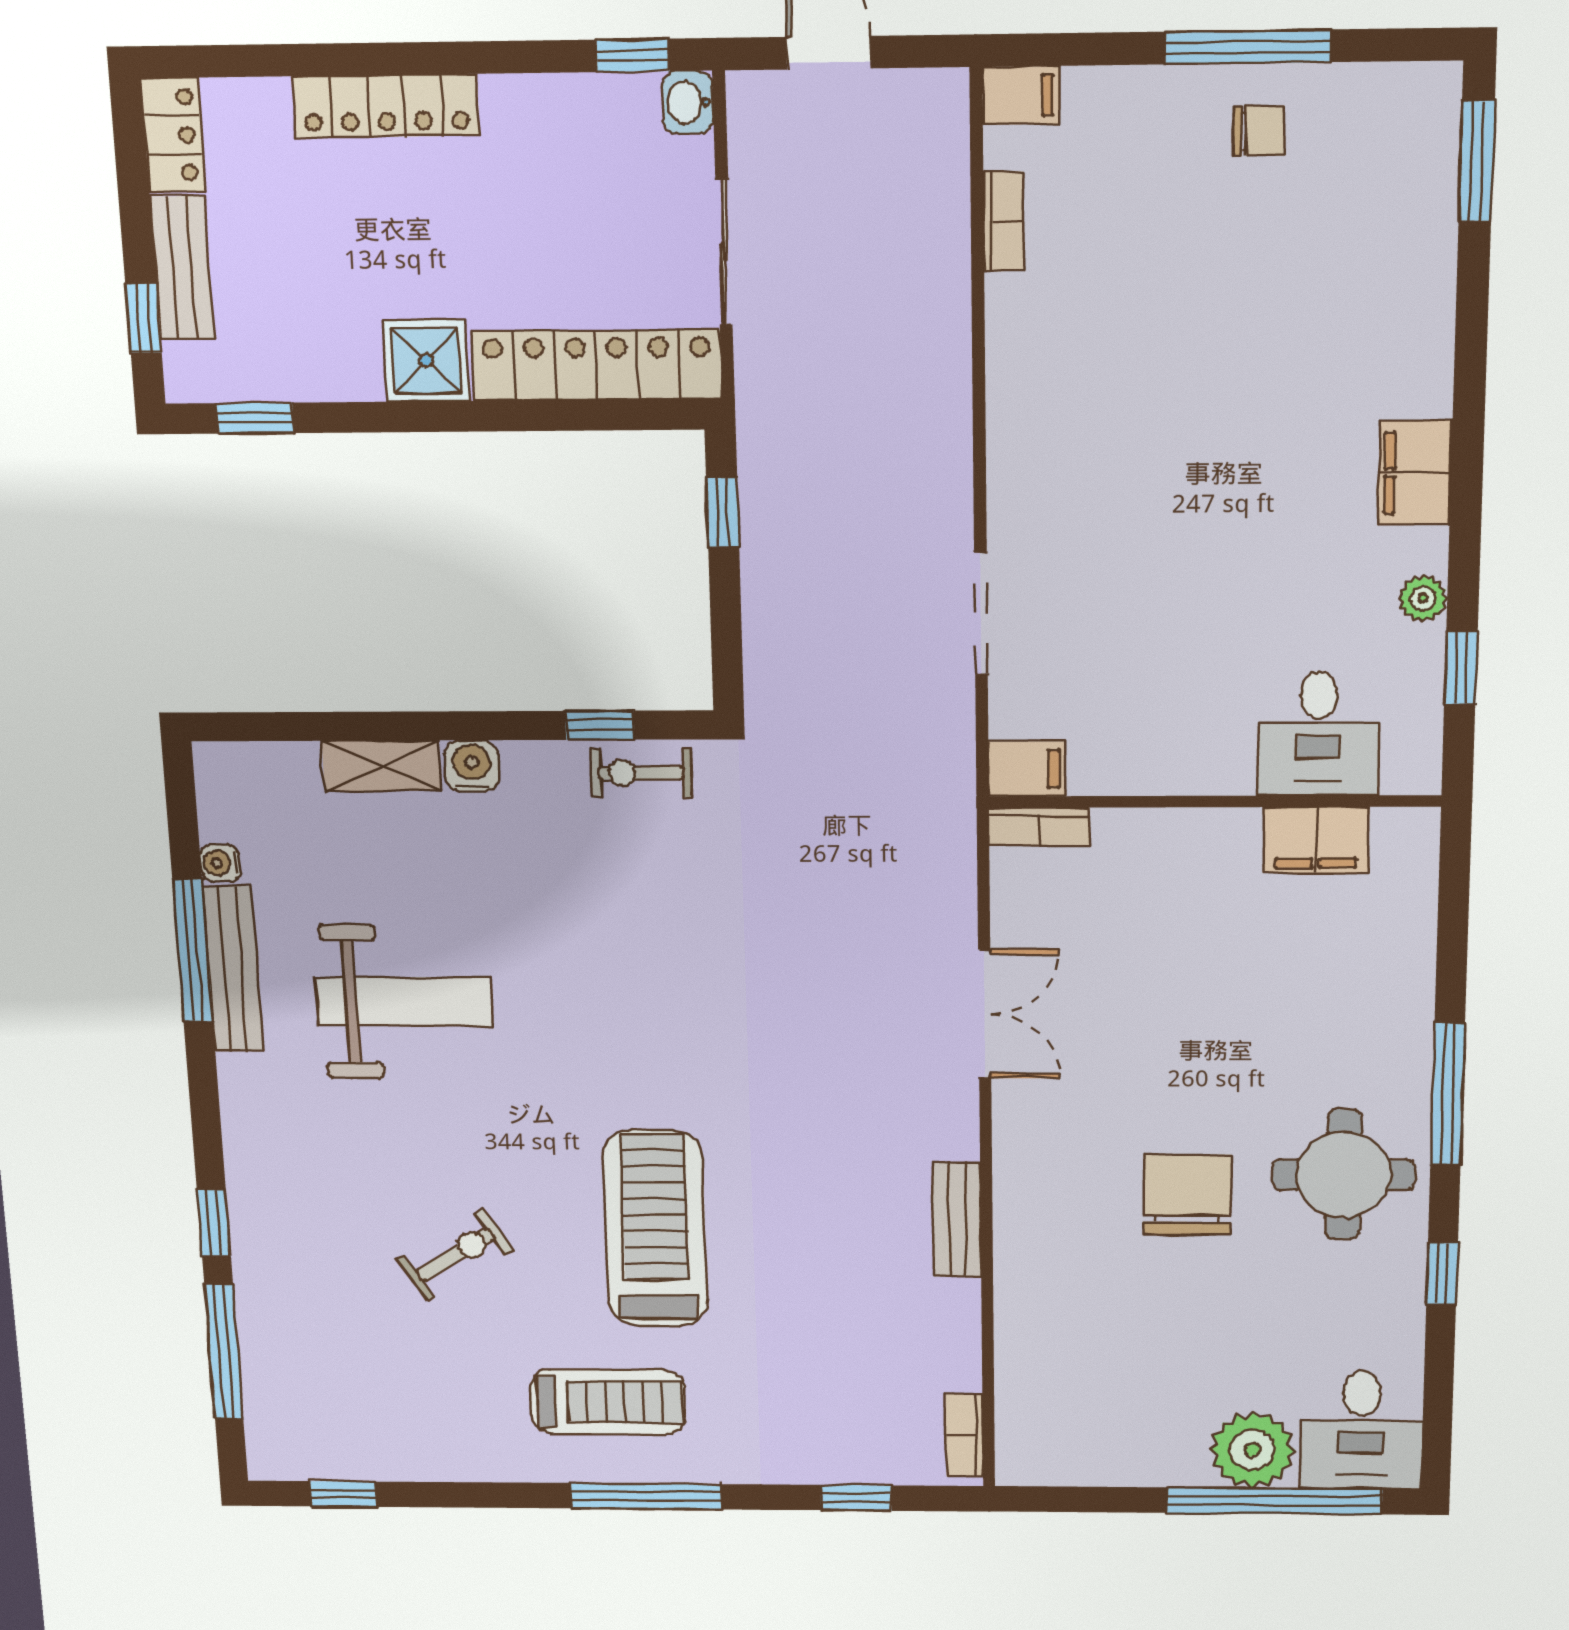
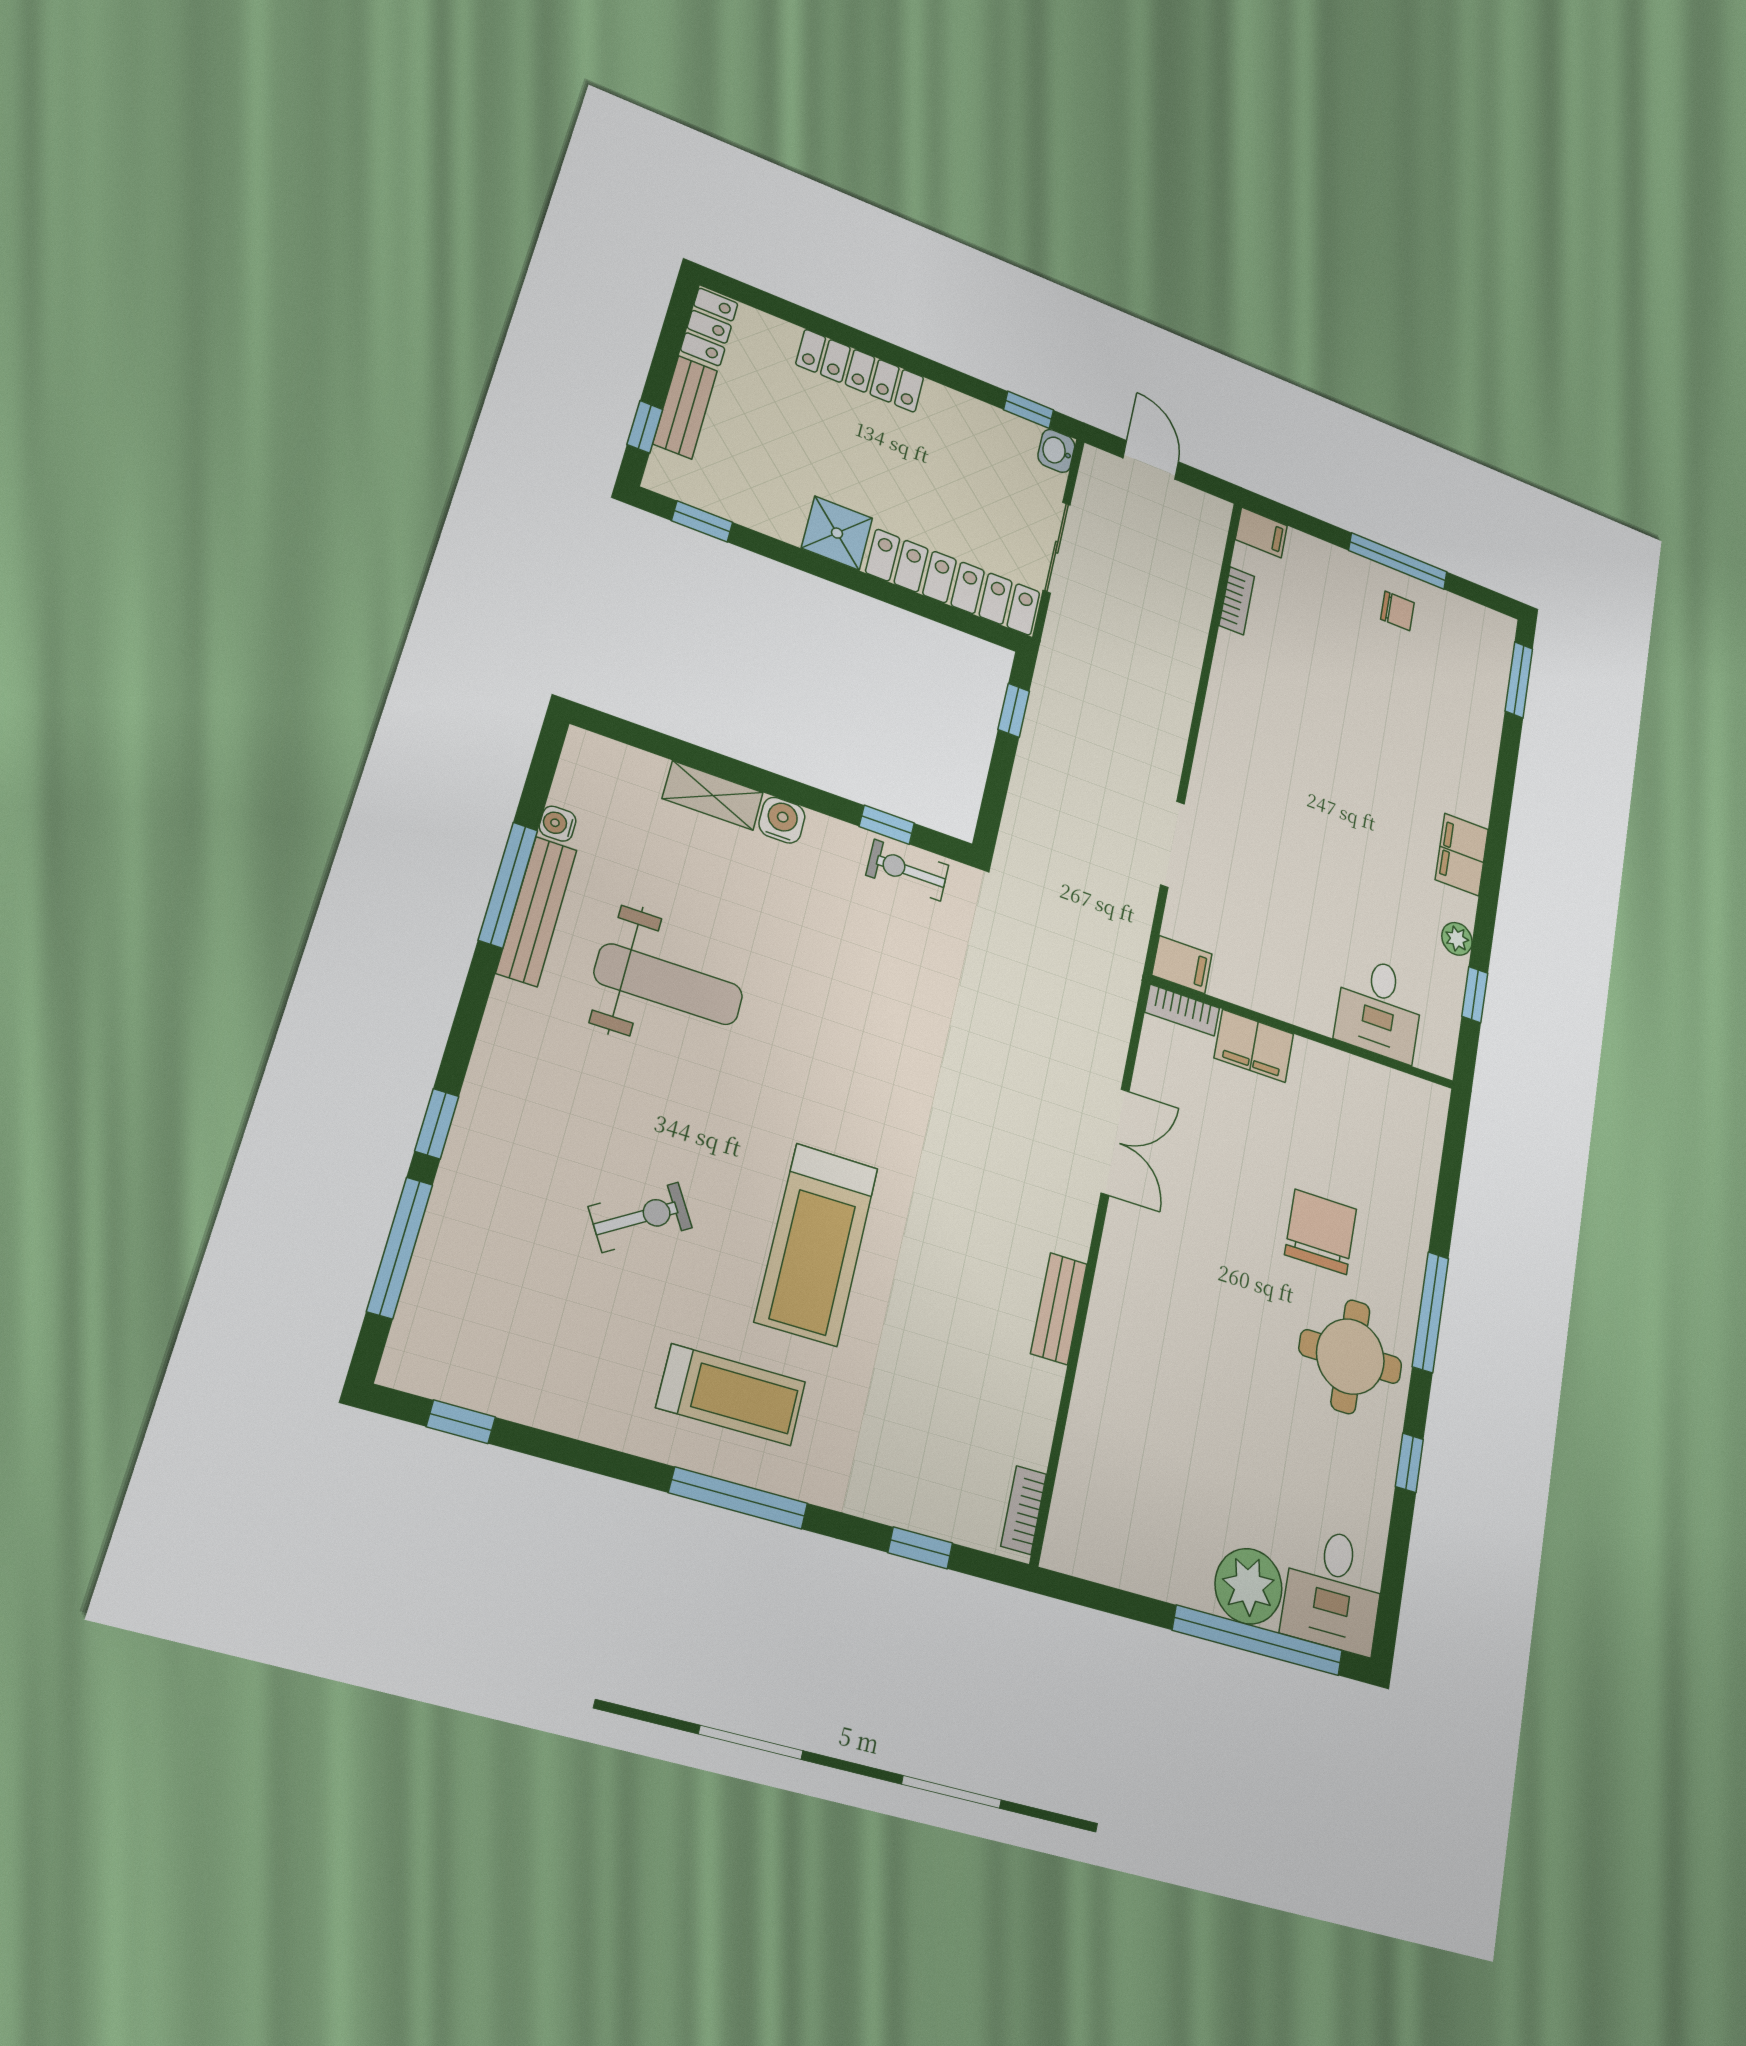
filing cabinet: (1316, 840) -> (1254, 1046), moved
chair: (1187, 1195) -> (1321, 1232), moved
treadmill: (655, 1229) -> (817, 1244), turned 180

